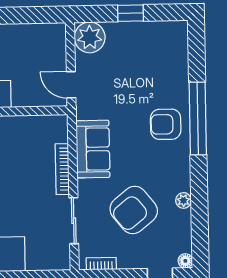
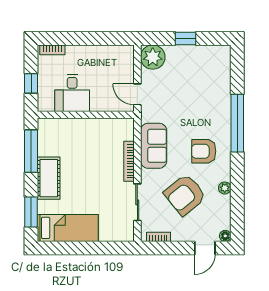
armchair: (166, 124) -> (204, 151), moved

